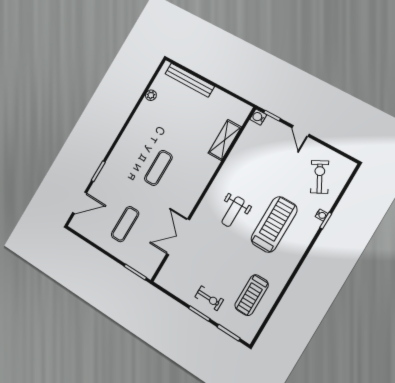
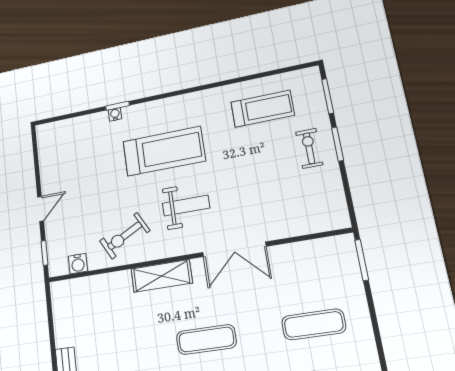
water cooler: (258, 117) -> (78, 264), moved
shelving: (225, 140) -> (162, 276), moved
exercise bike: (320, 177) -> (125, 236), moved
treadmill: (274, 224) -> (164, 151), turned 180
double door: (178, 237) -> (234, 249), moved

